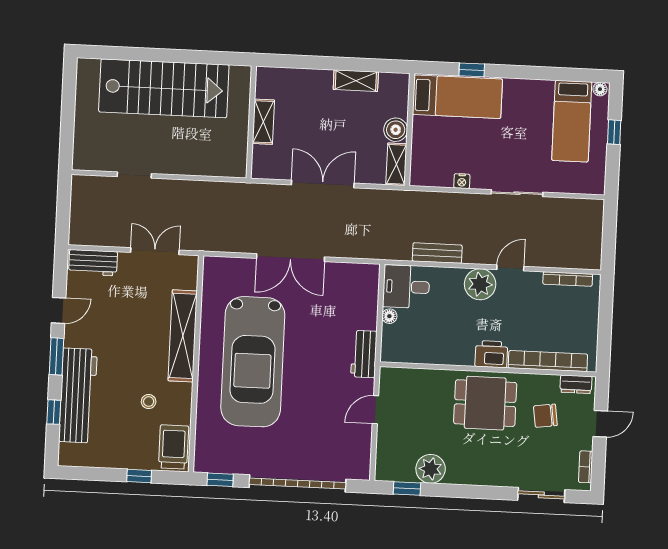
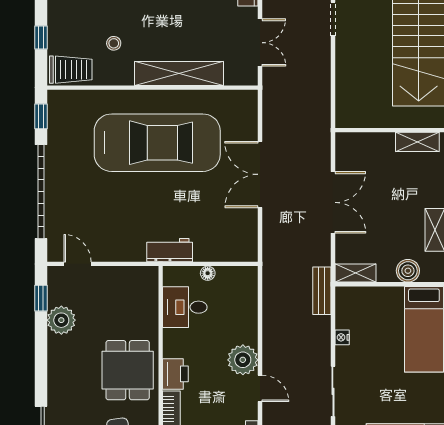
shelving: (263, 122) -> (417, 142), moved
boiler: (396, 130) -> (408, 271), moved
bench: (437, 253) -> (322, 291), moved
desk: (406, 287) -> (185, 307), moved, turned -90
car: (253, 362) -> (157, 143), turned 180
door: (375, 410) -> (78, 264), moved

